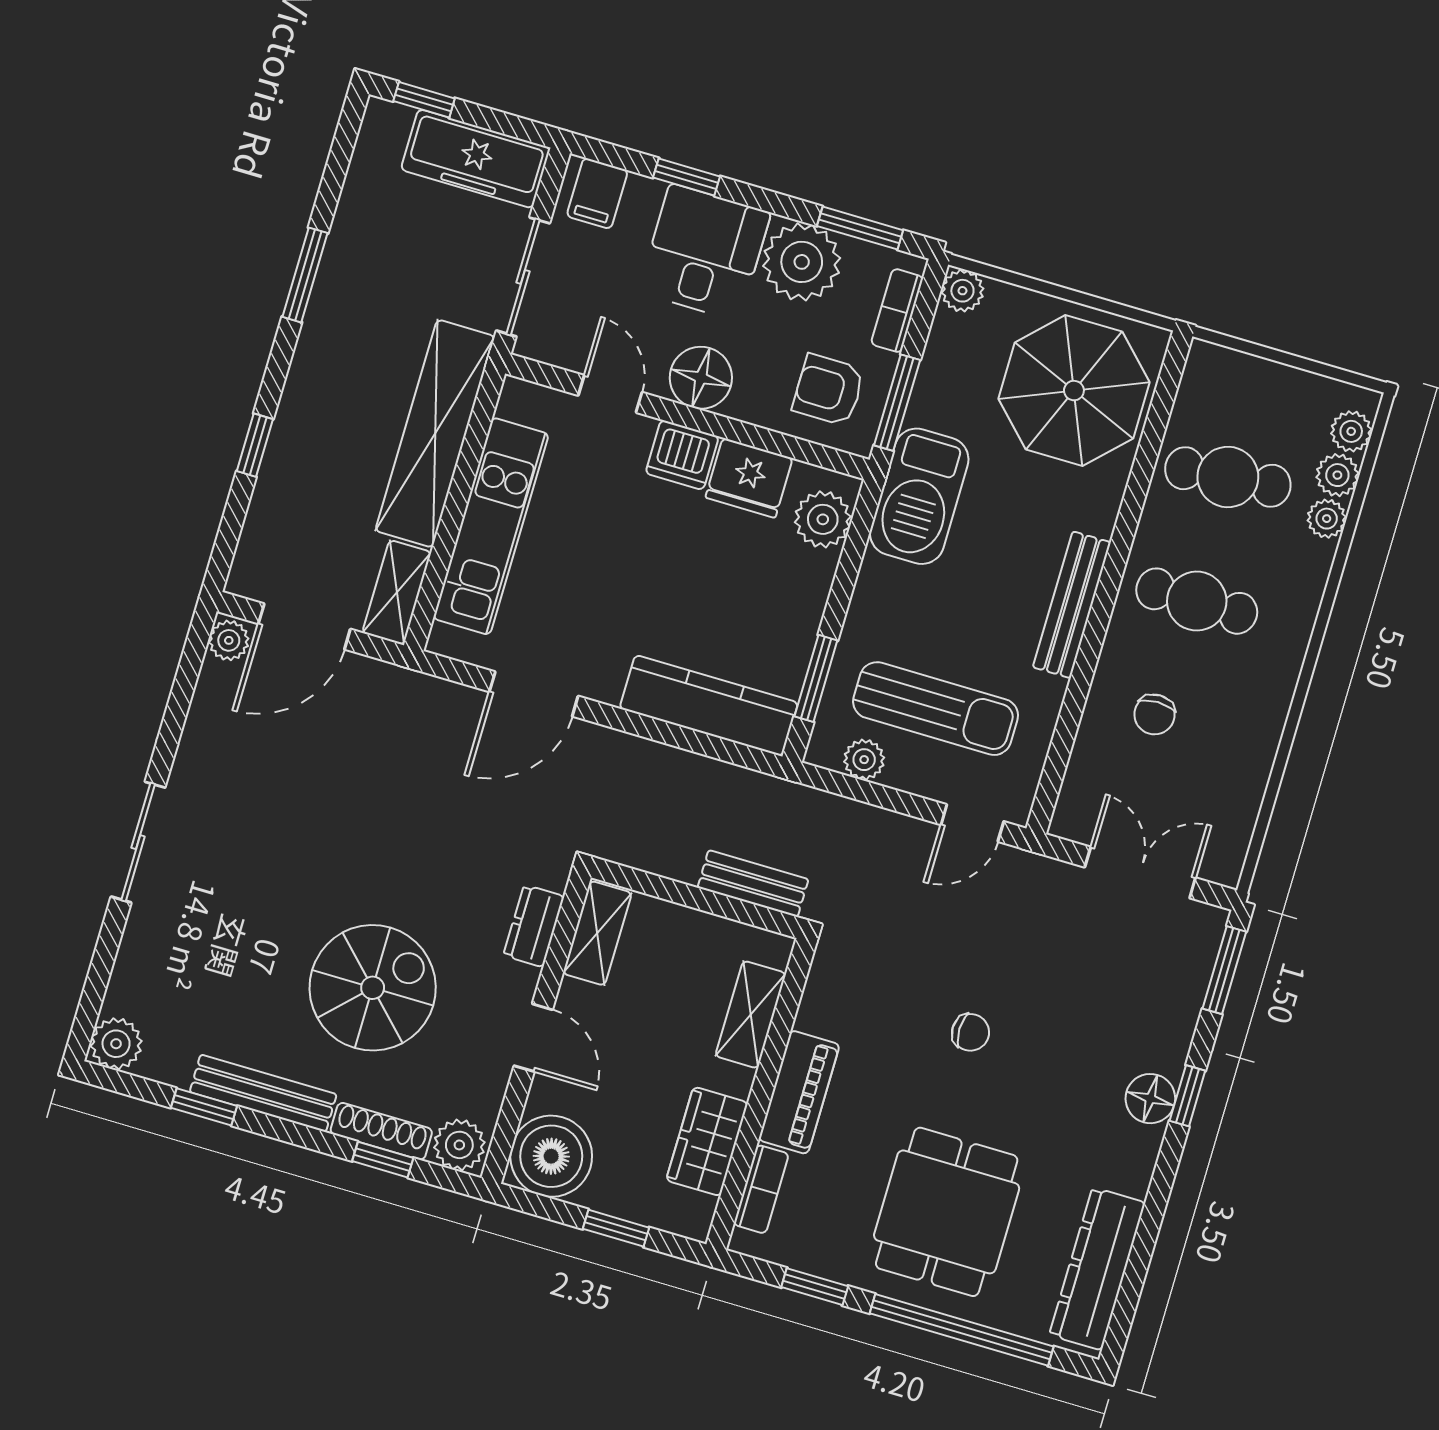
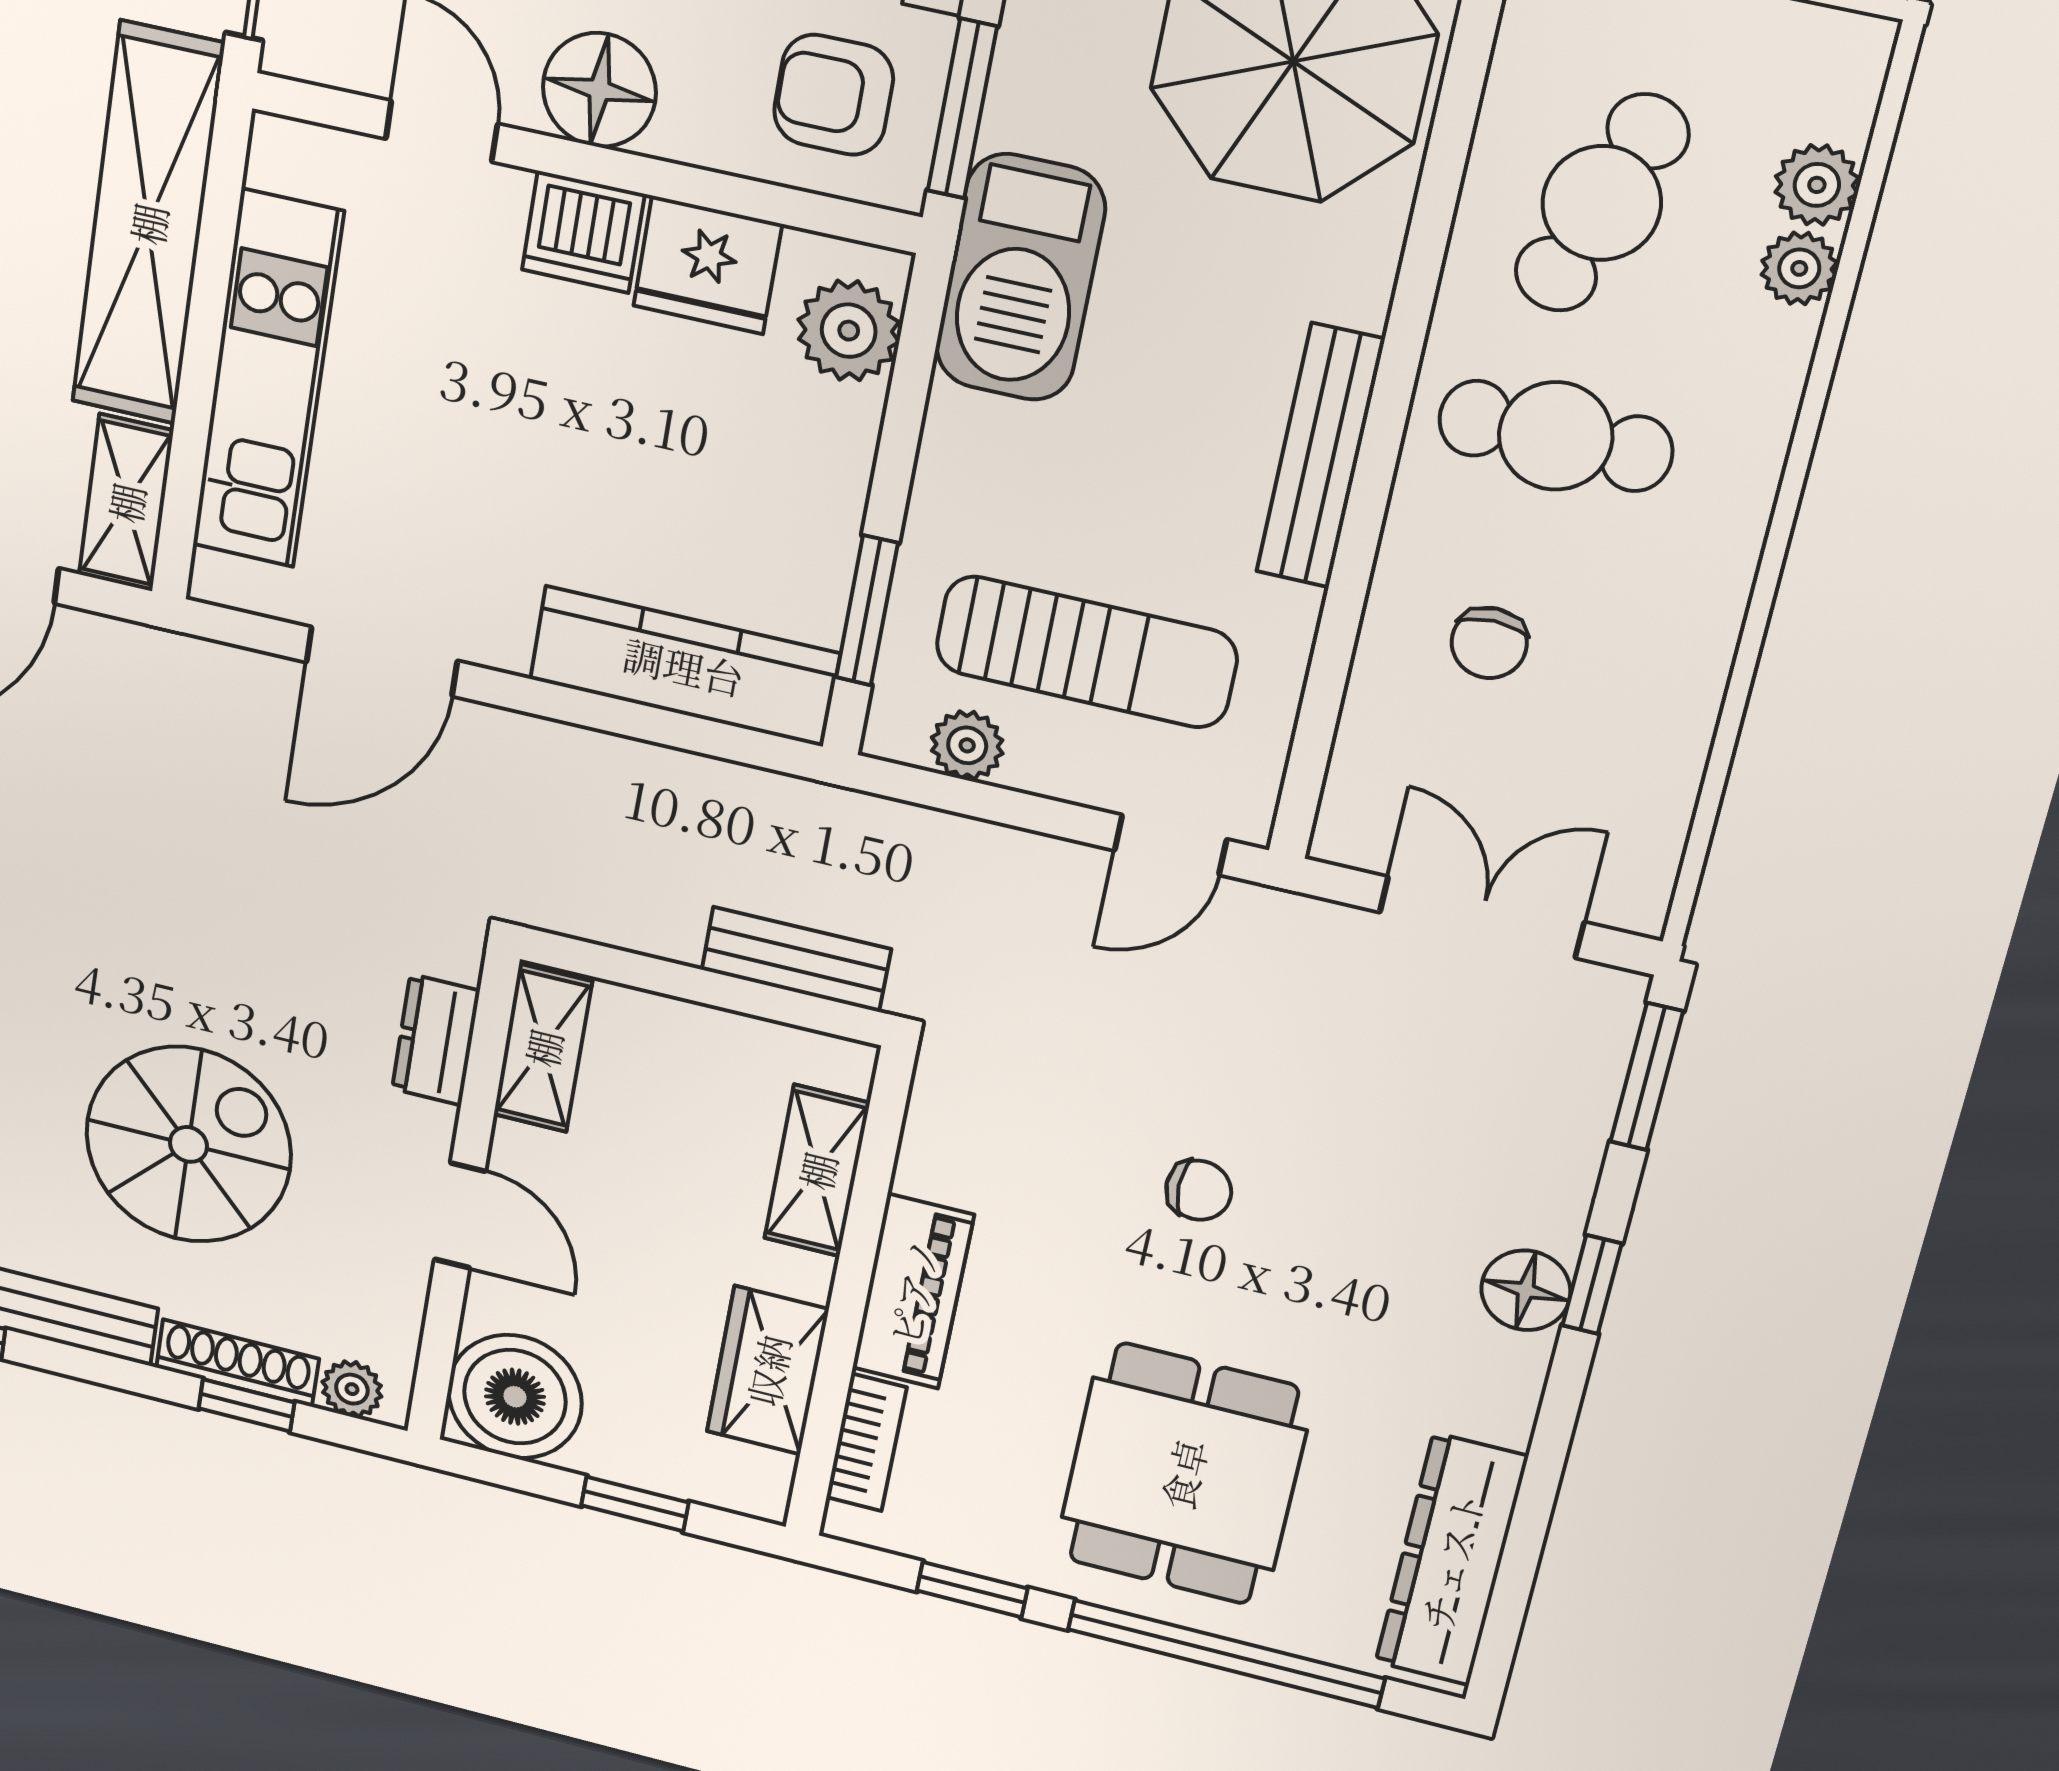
plant: (1351, 431) -> (1841, 99), removed
cafe table: (1228, 477) -> (1602, 203), turned -66
plant: (459, 1145) -> (352, 1389), width x0.73, depth x0.73

